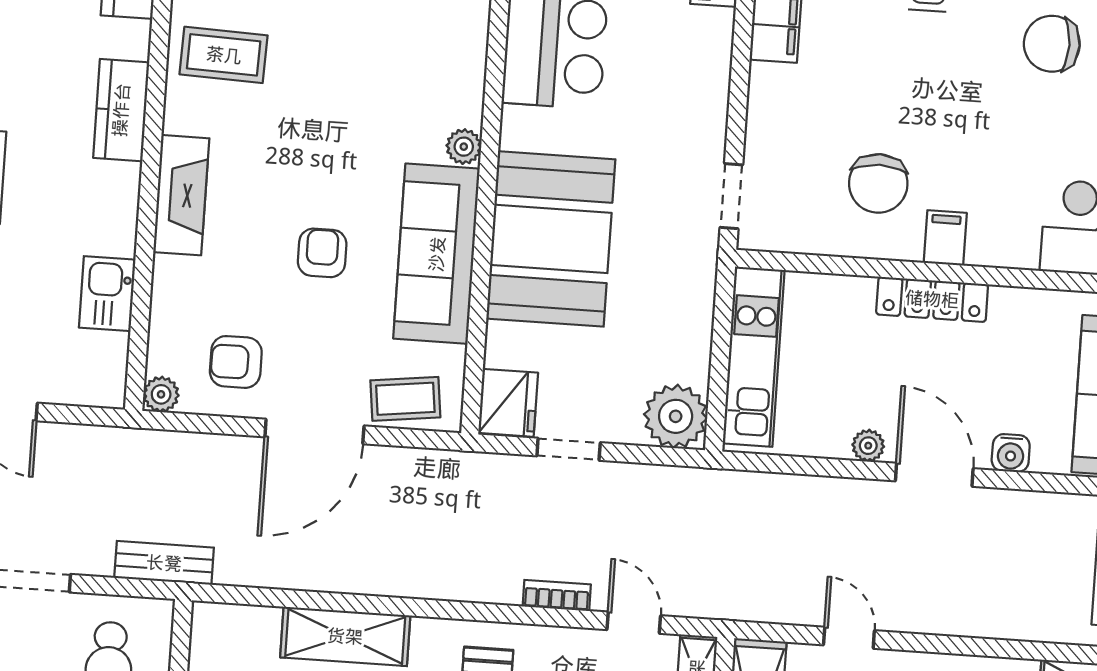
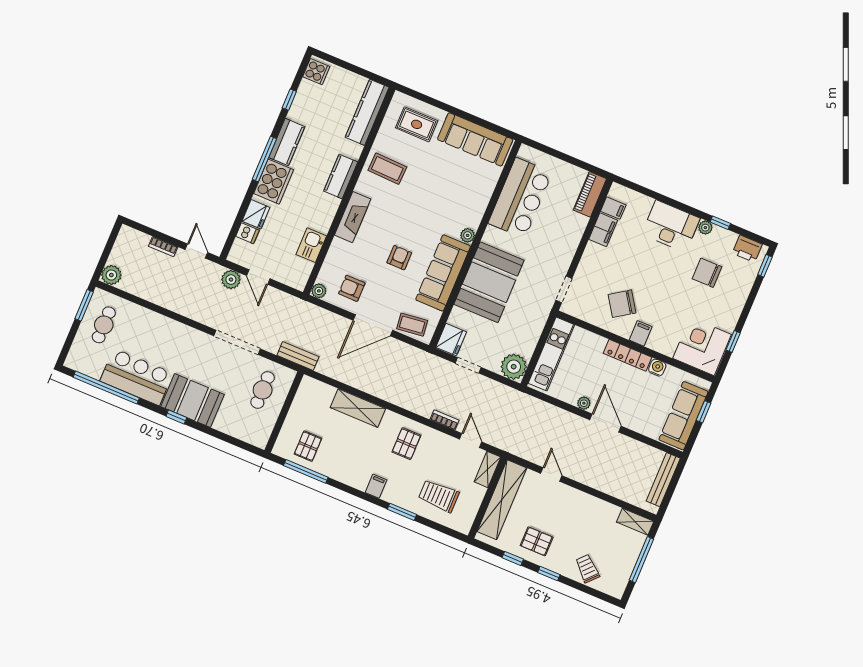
chair: (878, 183) -> (622, 304), turned 56
water cooler: (1011, 453) -> (657, 368), moved, turned 180

